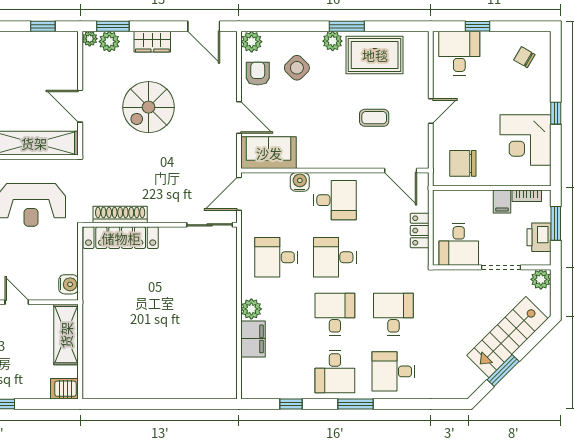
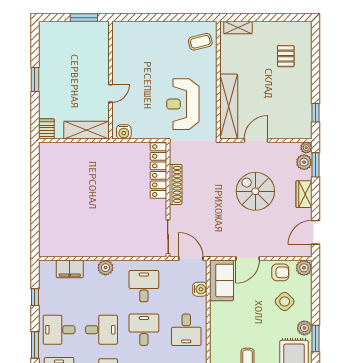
water cooler: (300, 182) -> (200, 289), moved
shoe rack: (120, 214) -> (176, 184), moved
filing cabinet: (253, 339) -> (70, 269), moved

